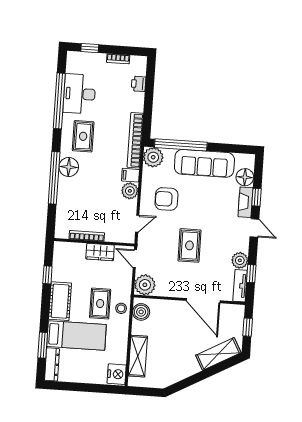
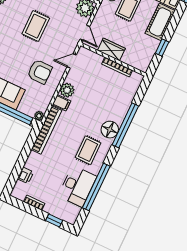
plant: (153, 157) -> (39, 116), width x0.53, depth x0.53

